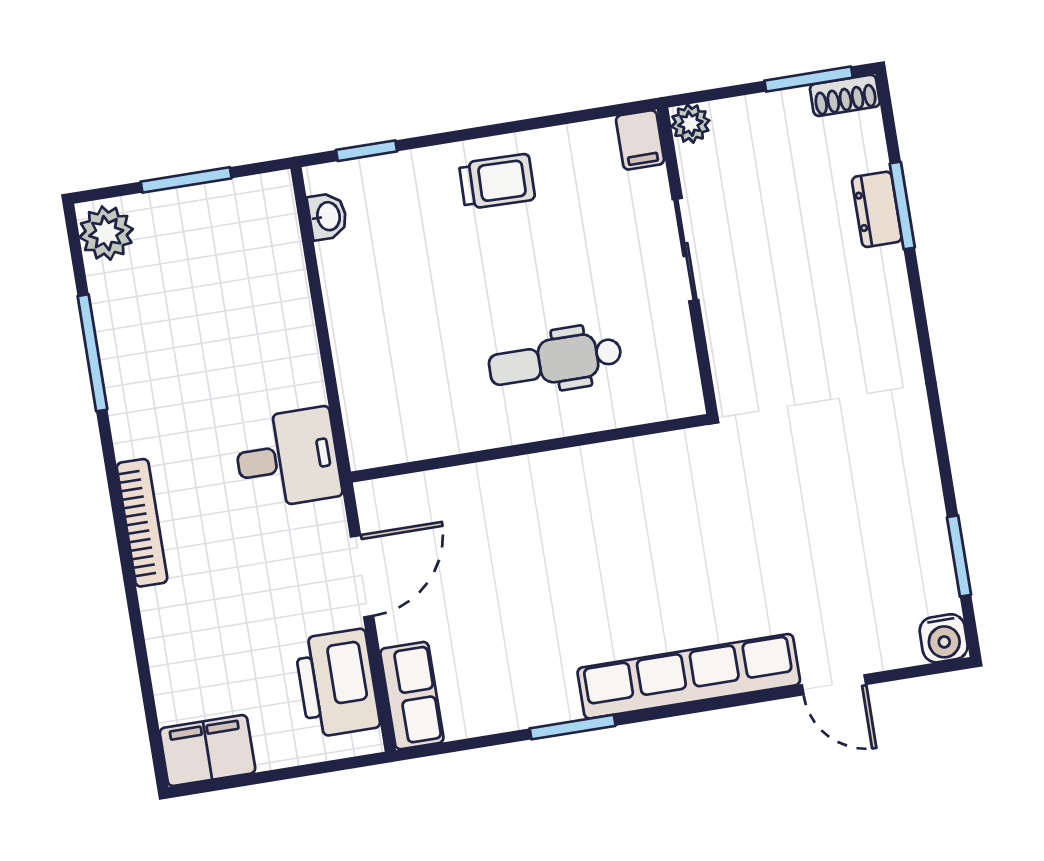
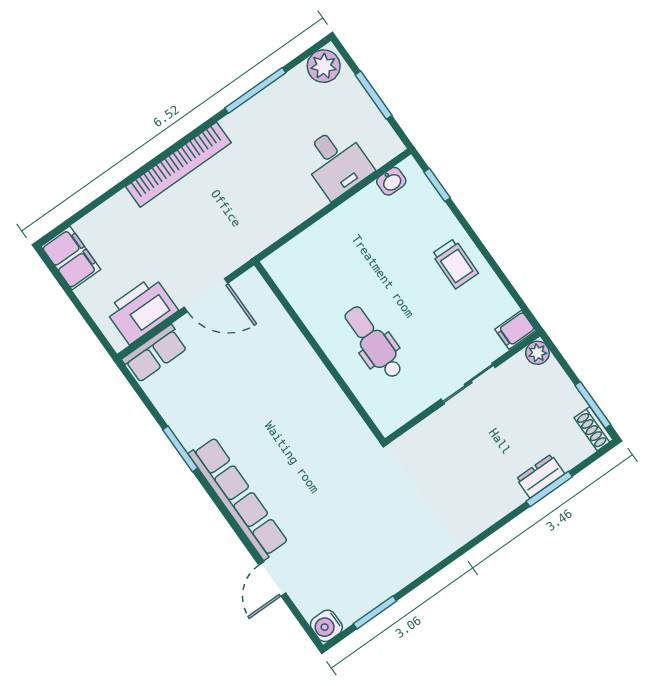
desk: (287, 458) -> (336, 162), moved
bookcase: (142, 523) -> (178, 165), width x1.48, depth x1.31

